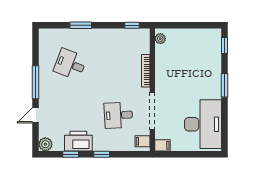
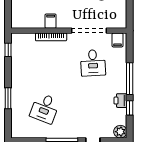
plant: (160, 39) -> (21, 23), removed
printer: (78, 141) -> (120, 101), width x0.53, depth x0.68
filing cabinet: (163, 145) -> (51, 21), moved
window: (102, 154) -> (130, 79), width x2.17

